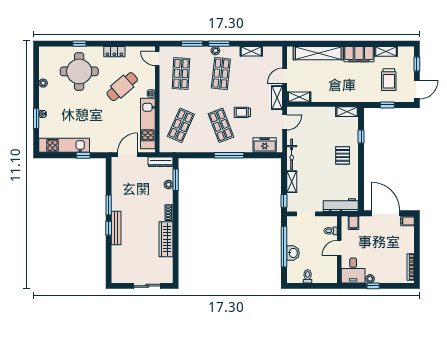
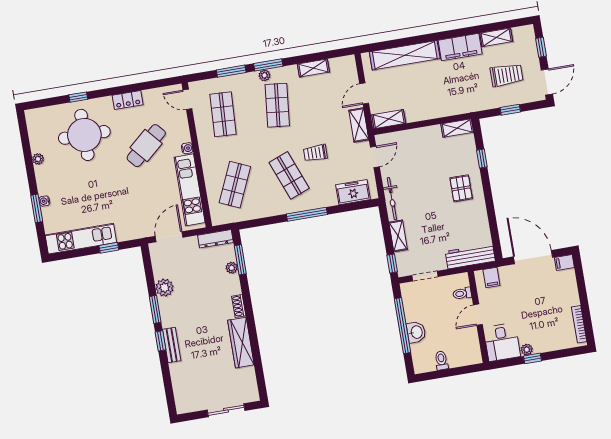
trolley: (389, 80) -> (506, 75), turned -90
plant: (118, 191) -> (164, 288), added
bench: (116, 228) -> (172, 345), width x0.73

